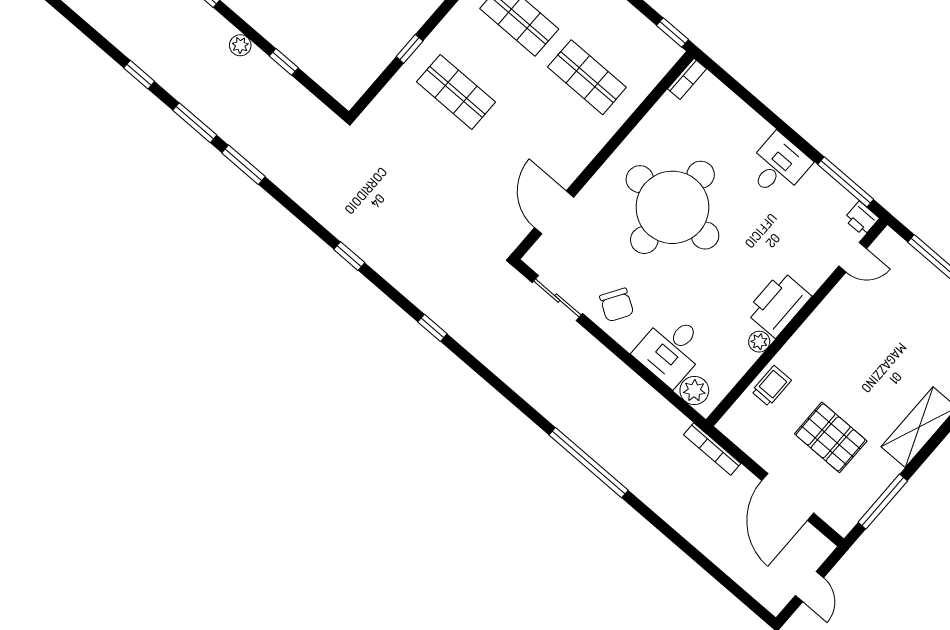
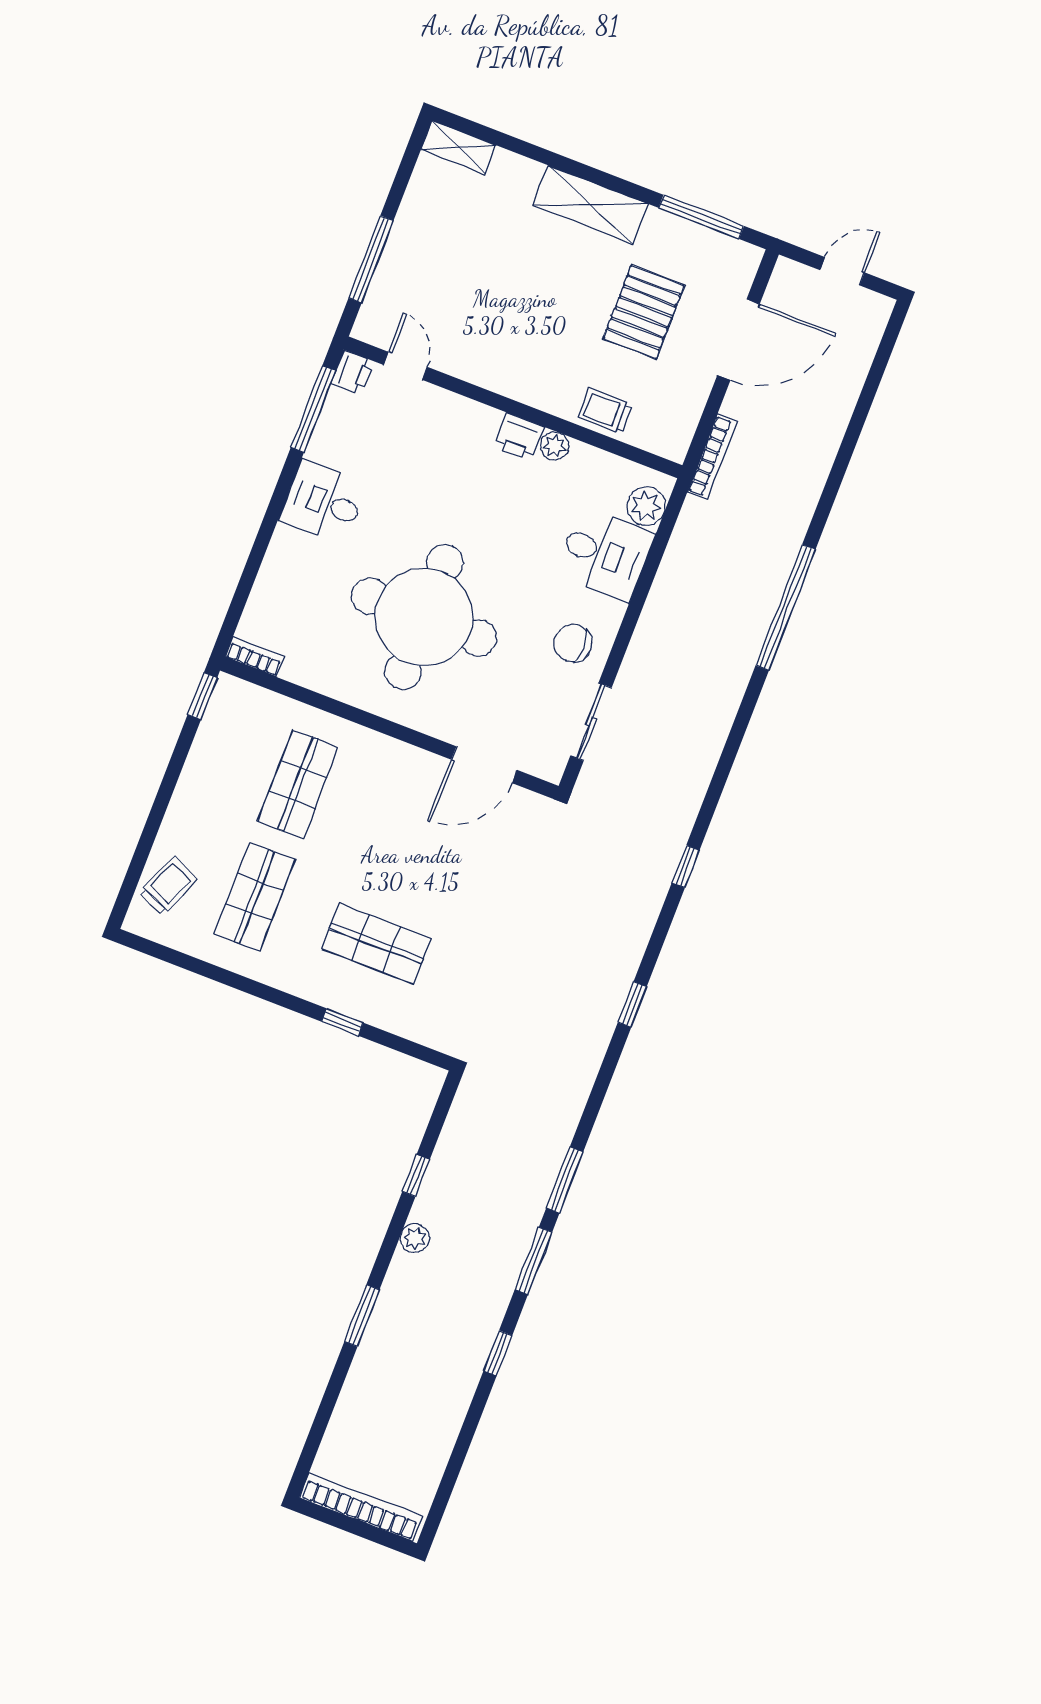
shop shelf: (456, 92) -> (376, 944), turned 90
printer: (778, 304) -> (518, 437), width x0.53, depth x0.68
chair: (617, 305) -> (573, 643), turned -122

